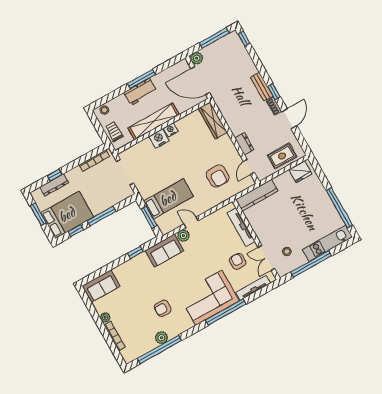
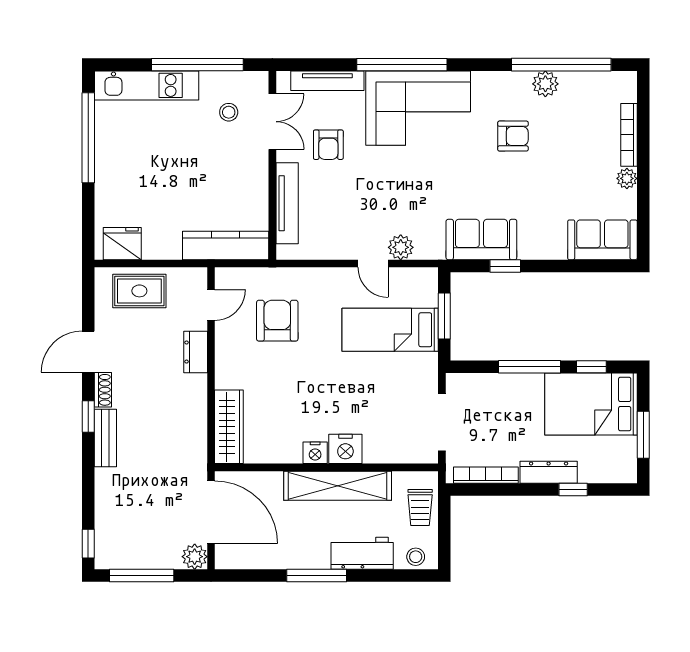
workbench: (140, 92) -> (362, 553), moved
dresser: (54, 185) -> (549, 472), moved
sofa: (164, 251) -> (481, 240), moved

